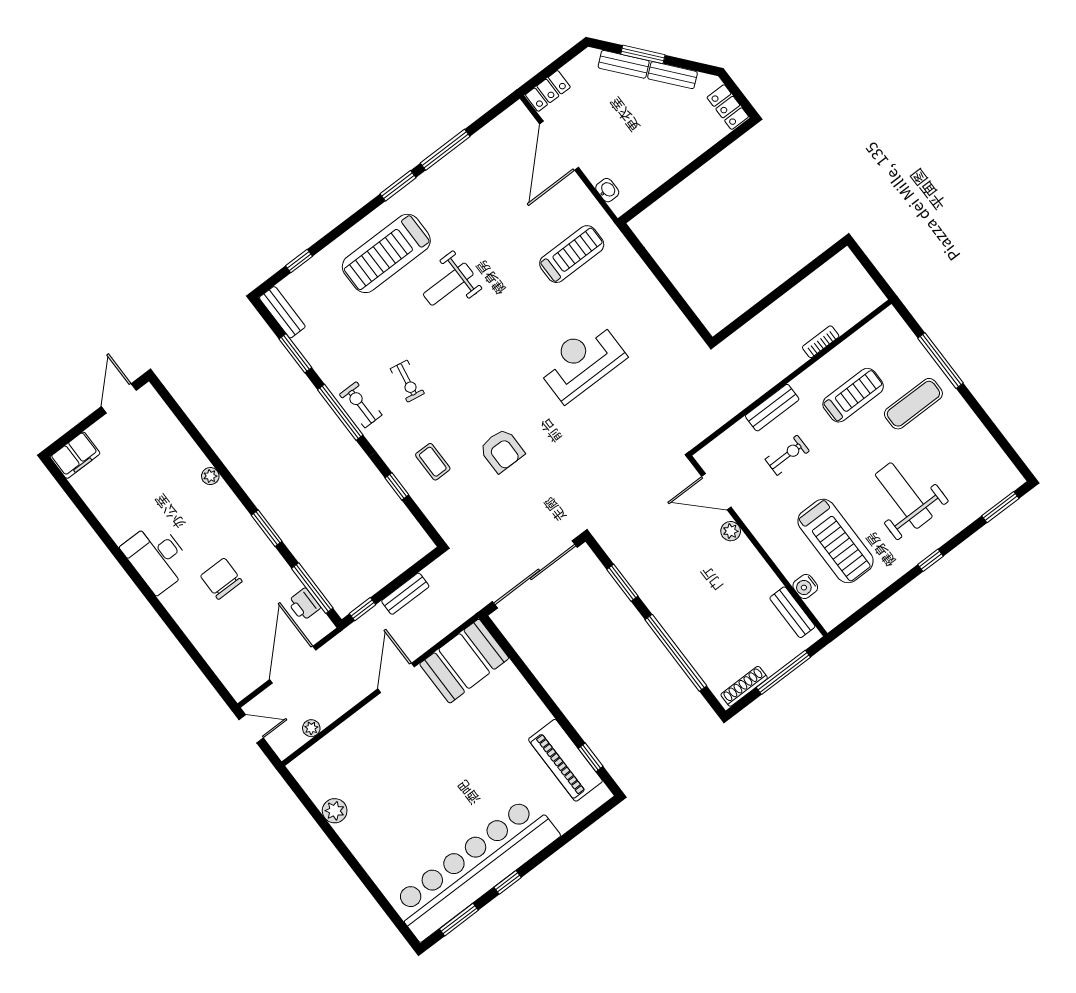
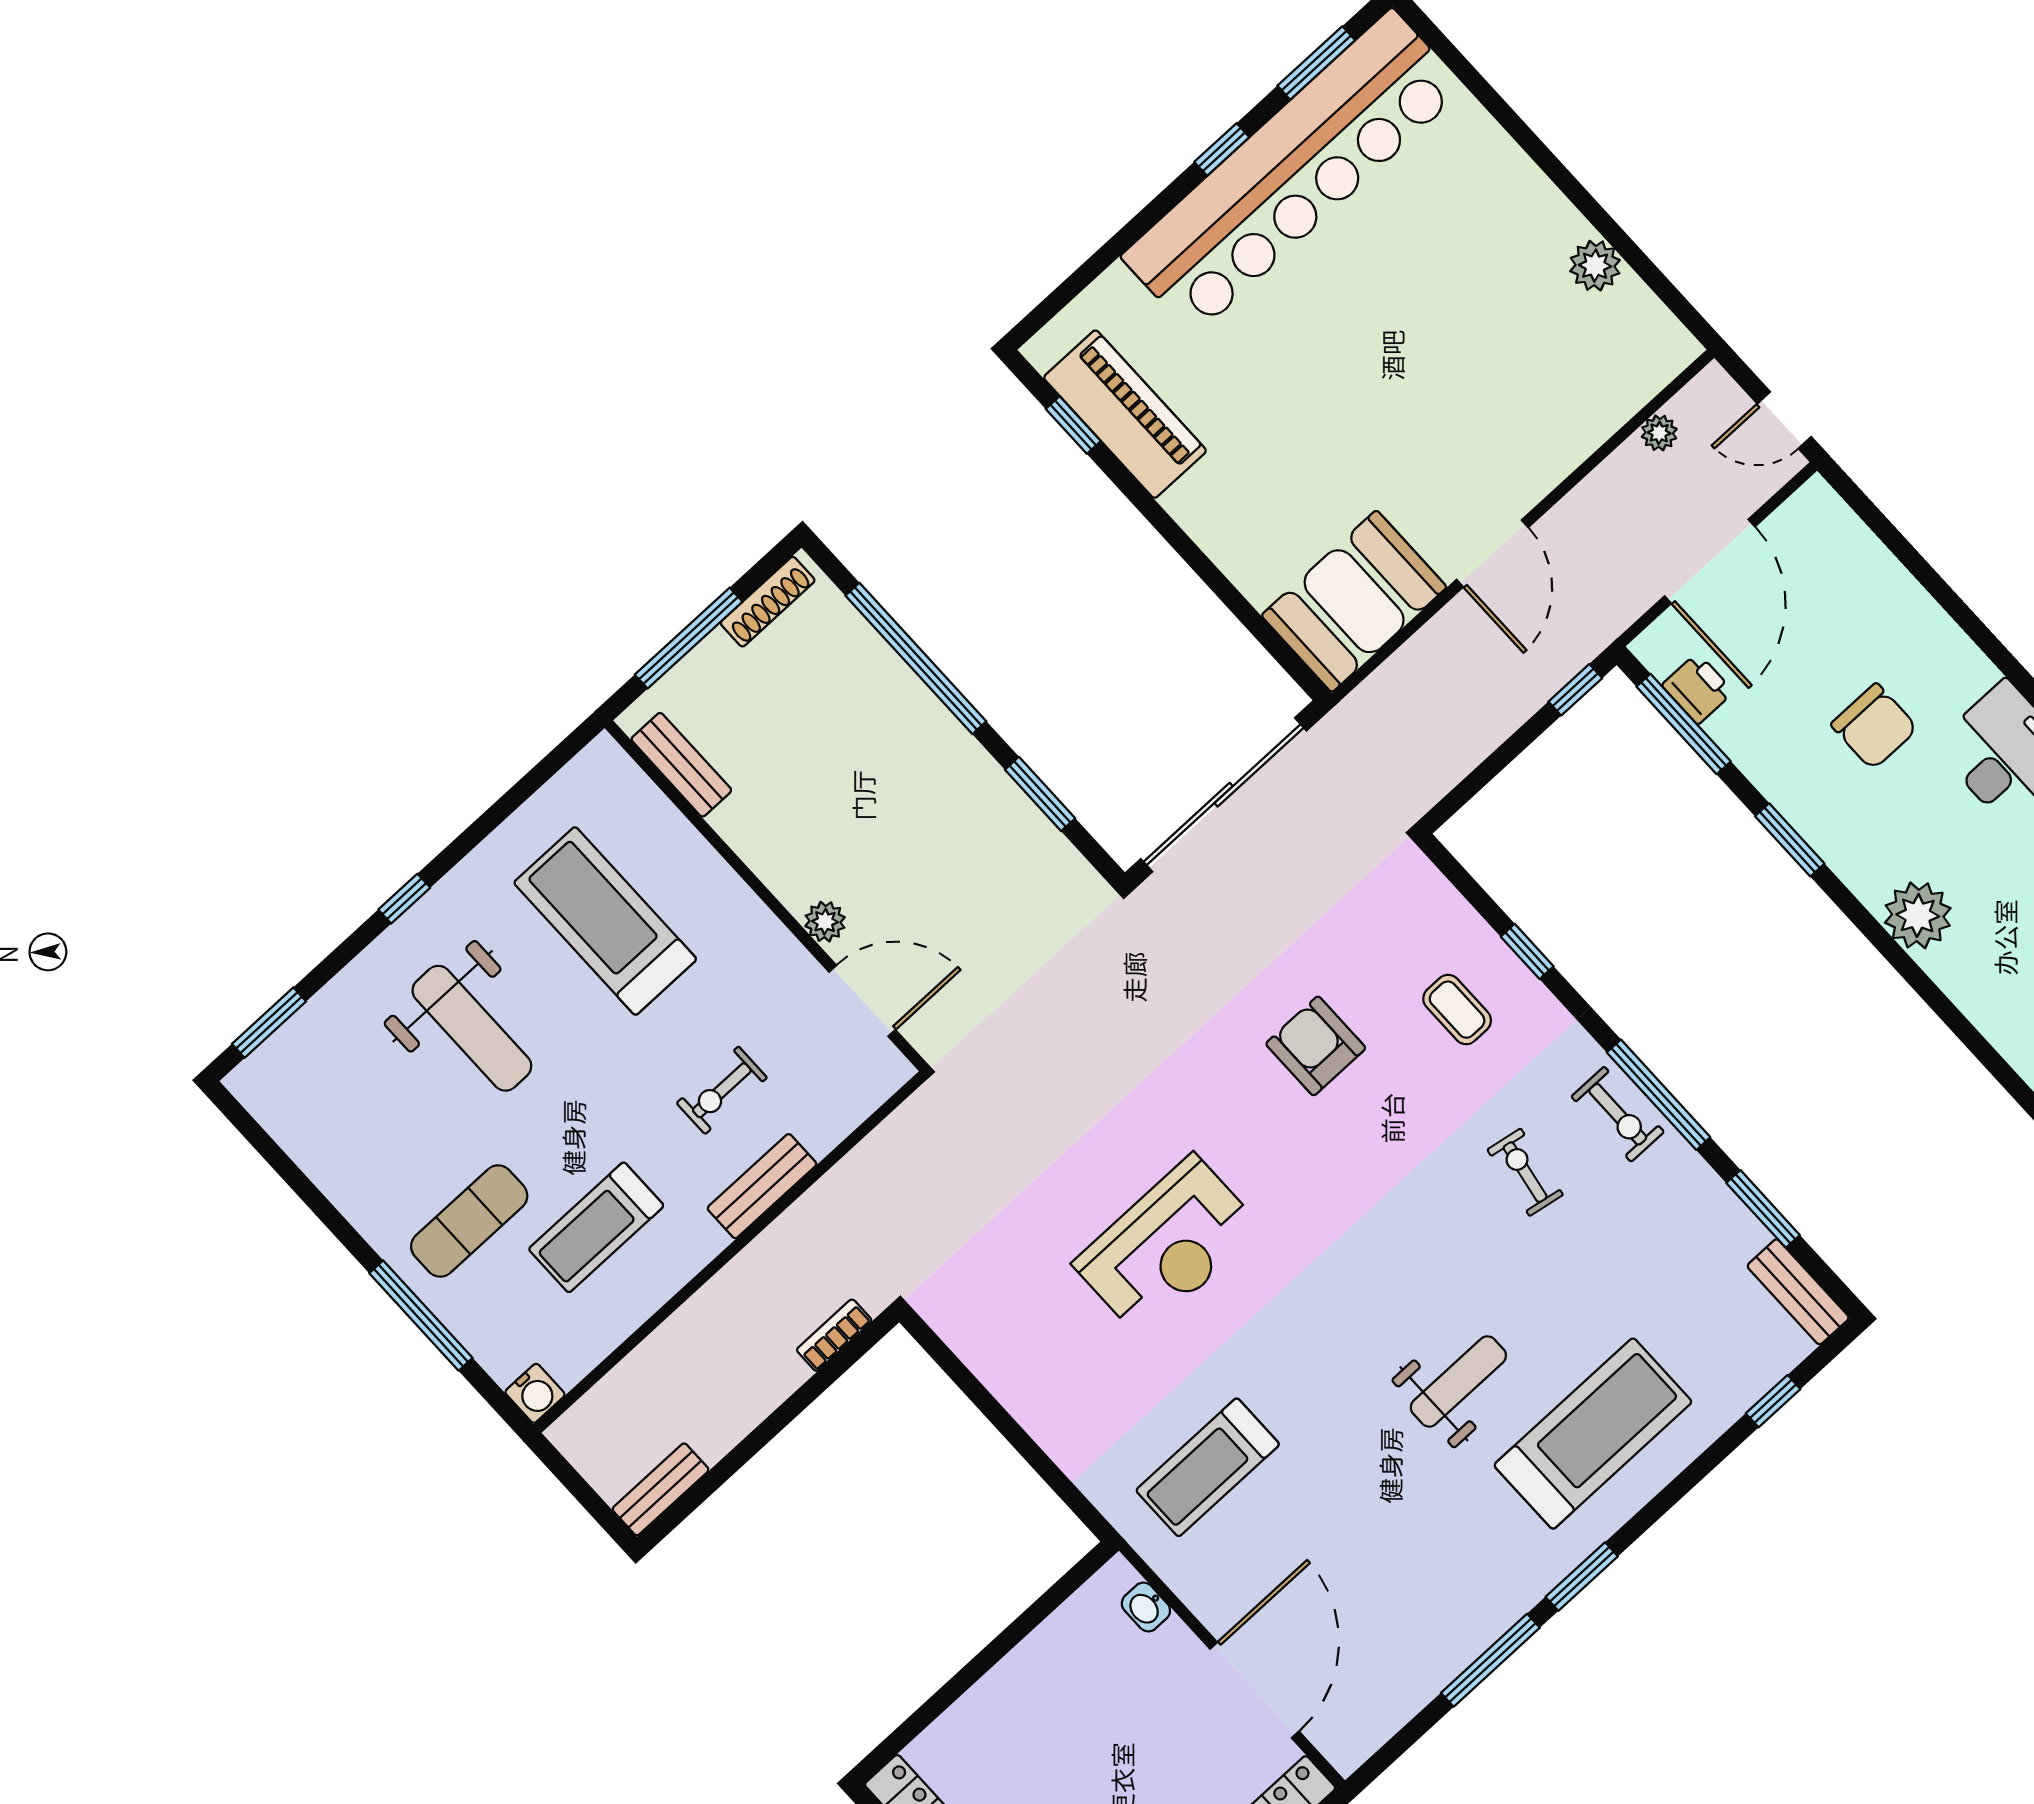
bookcase: (821, 342) -> (834, 1335), moved, turned 180
plant: (210, 476) -> (1918, 915), width x1.87, depth x1.87
water cooler: (805, 587) -> (535, 1393), moved, turned 90
bench: (405, 594) -> (661, 1489), moved

